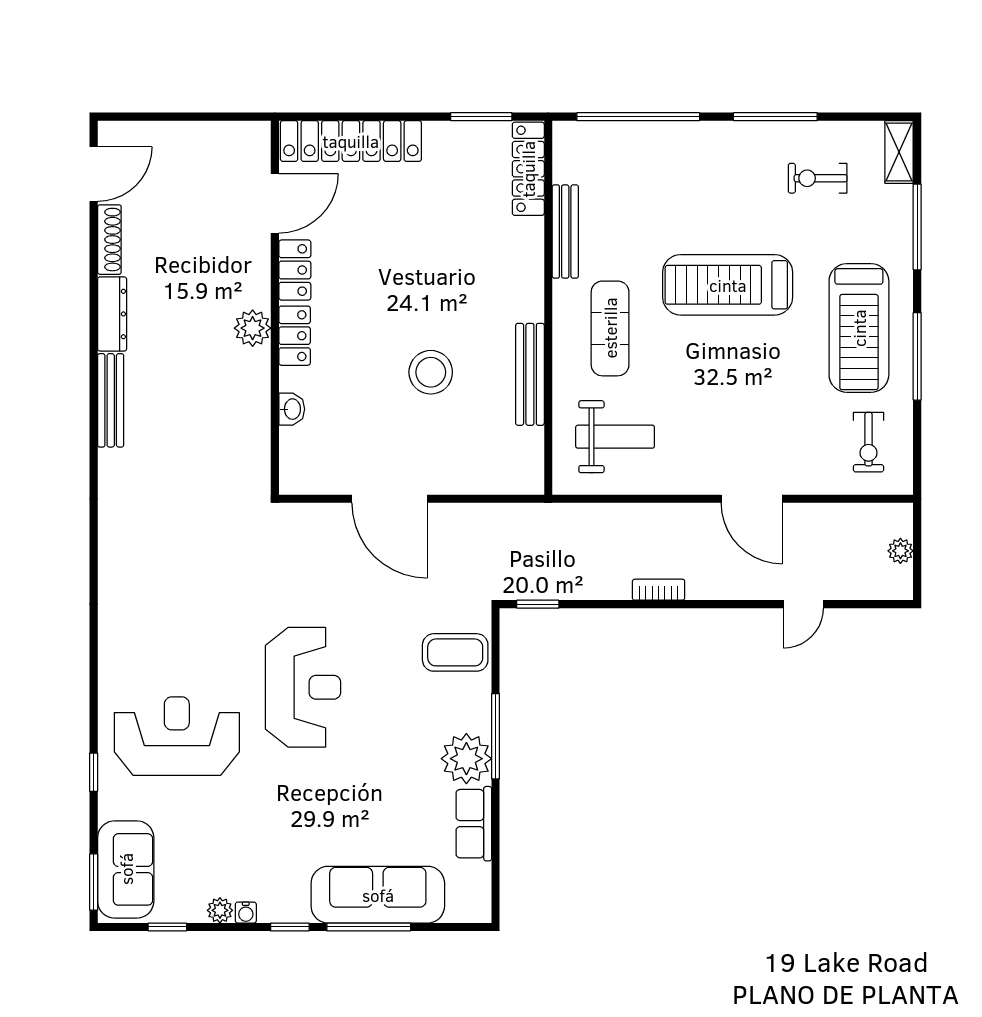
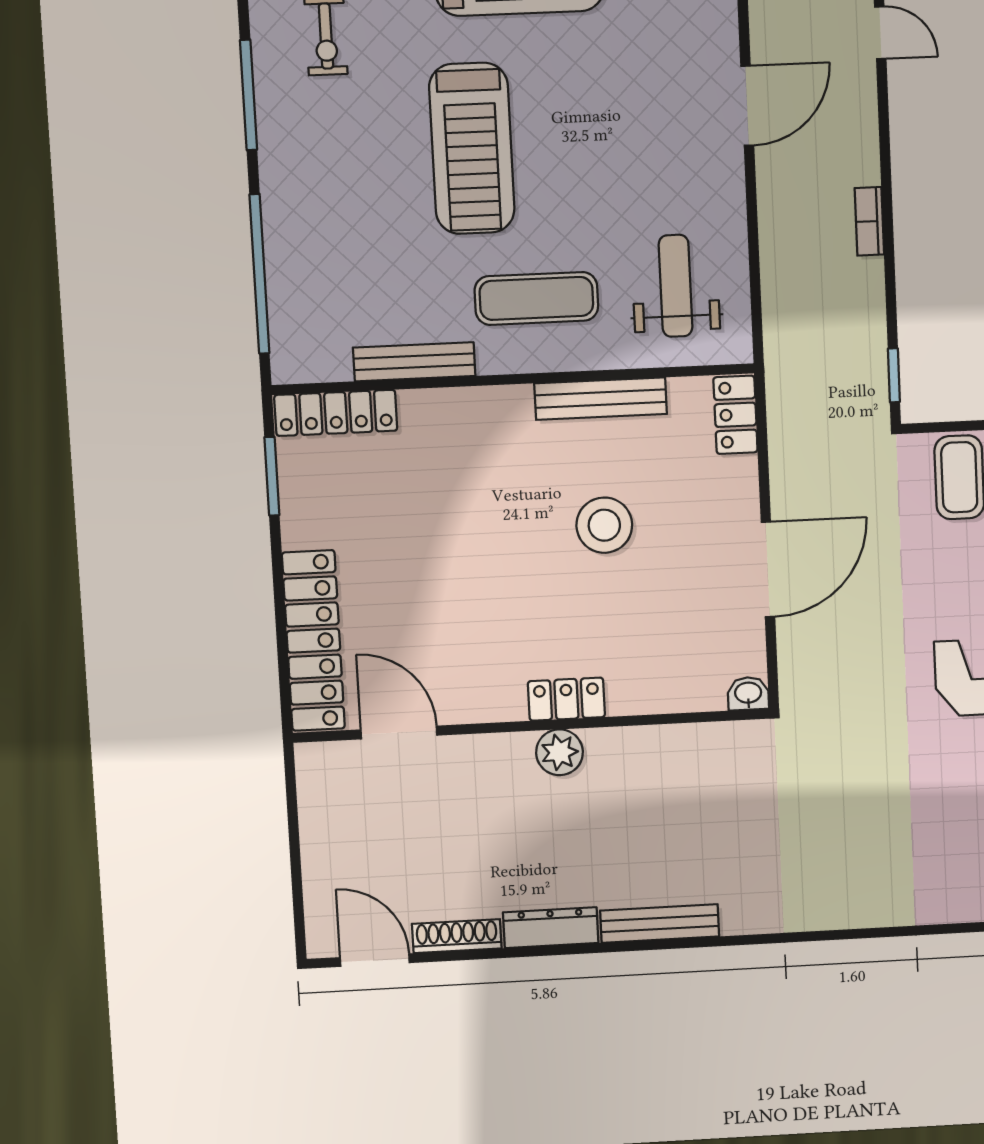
locker: (295, 270) -> (735, 415), moved, turned -90
washbasin: (292, 409) -> (748, 694), moved

